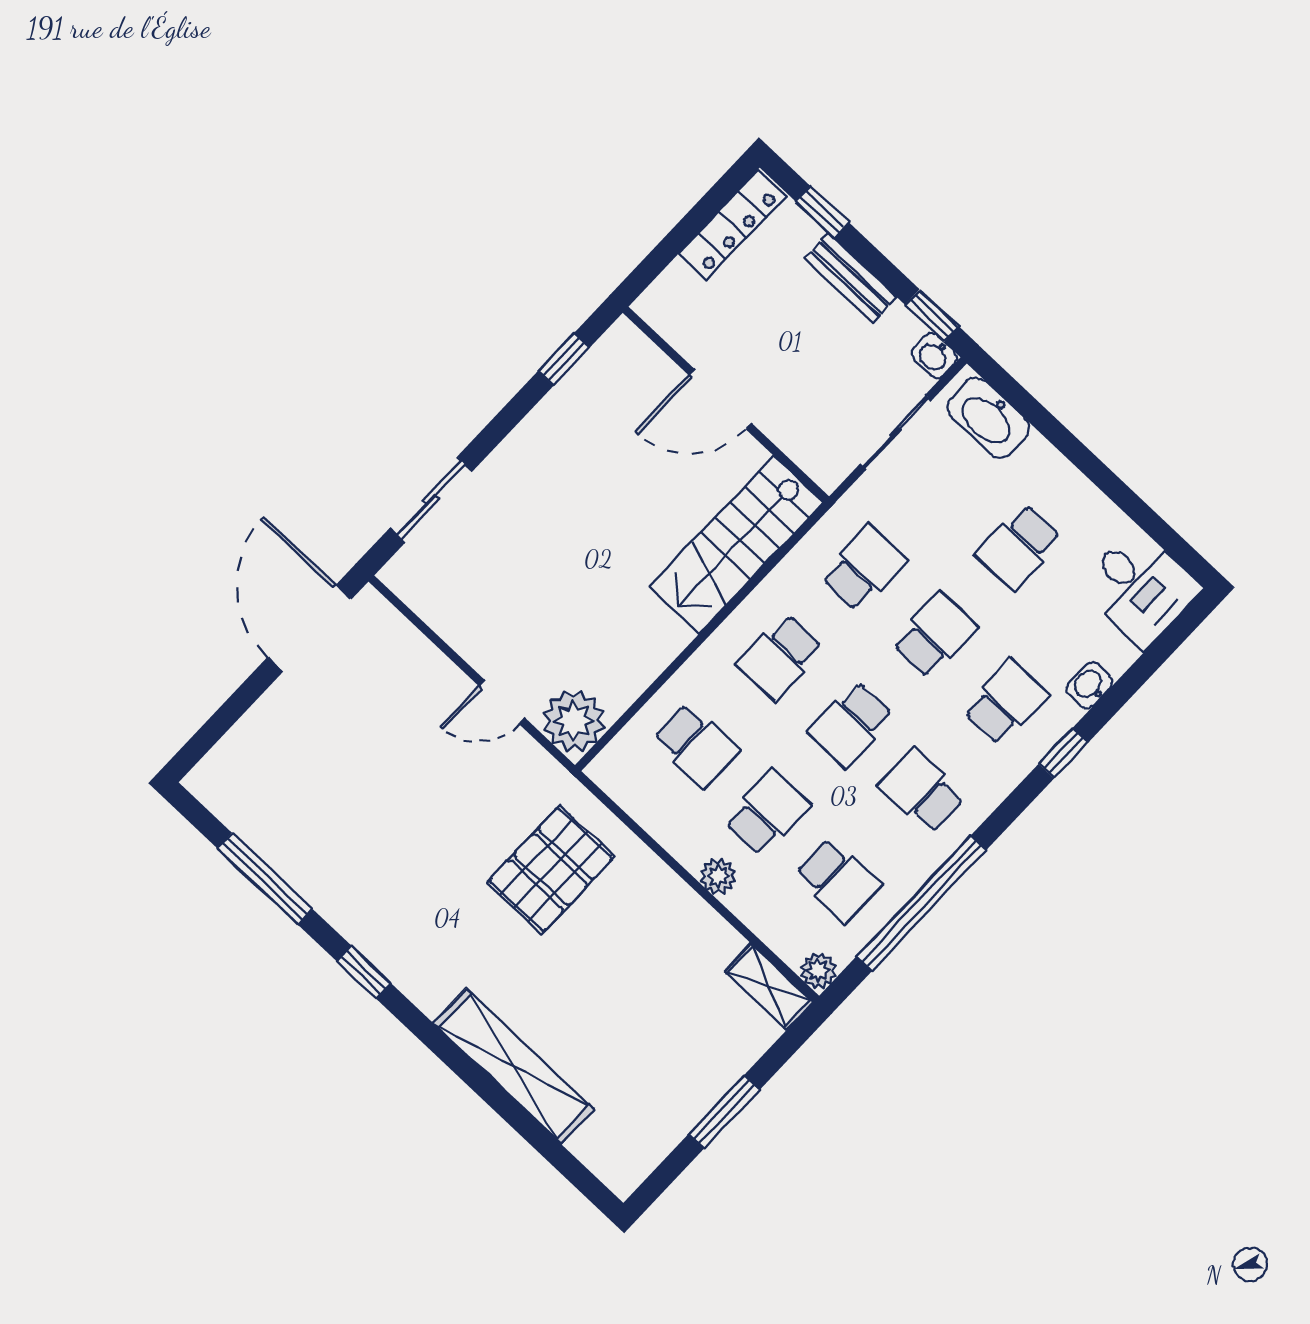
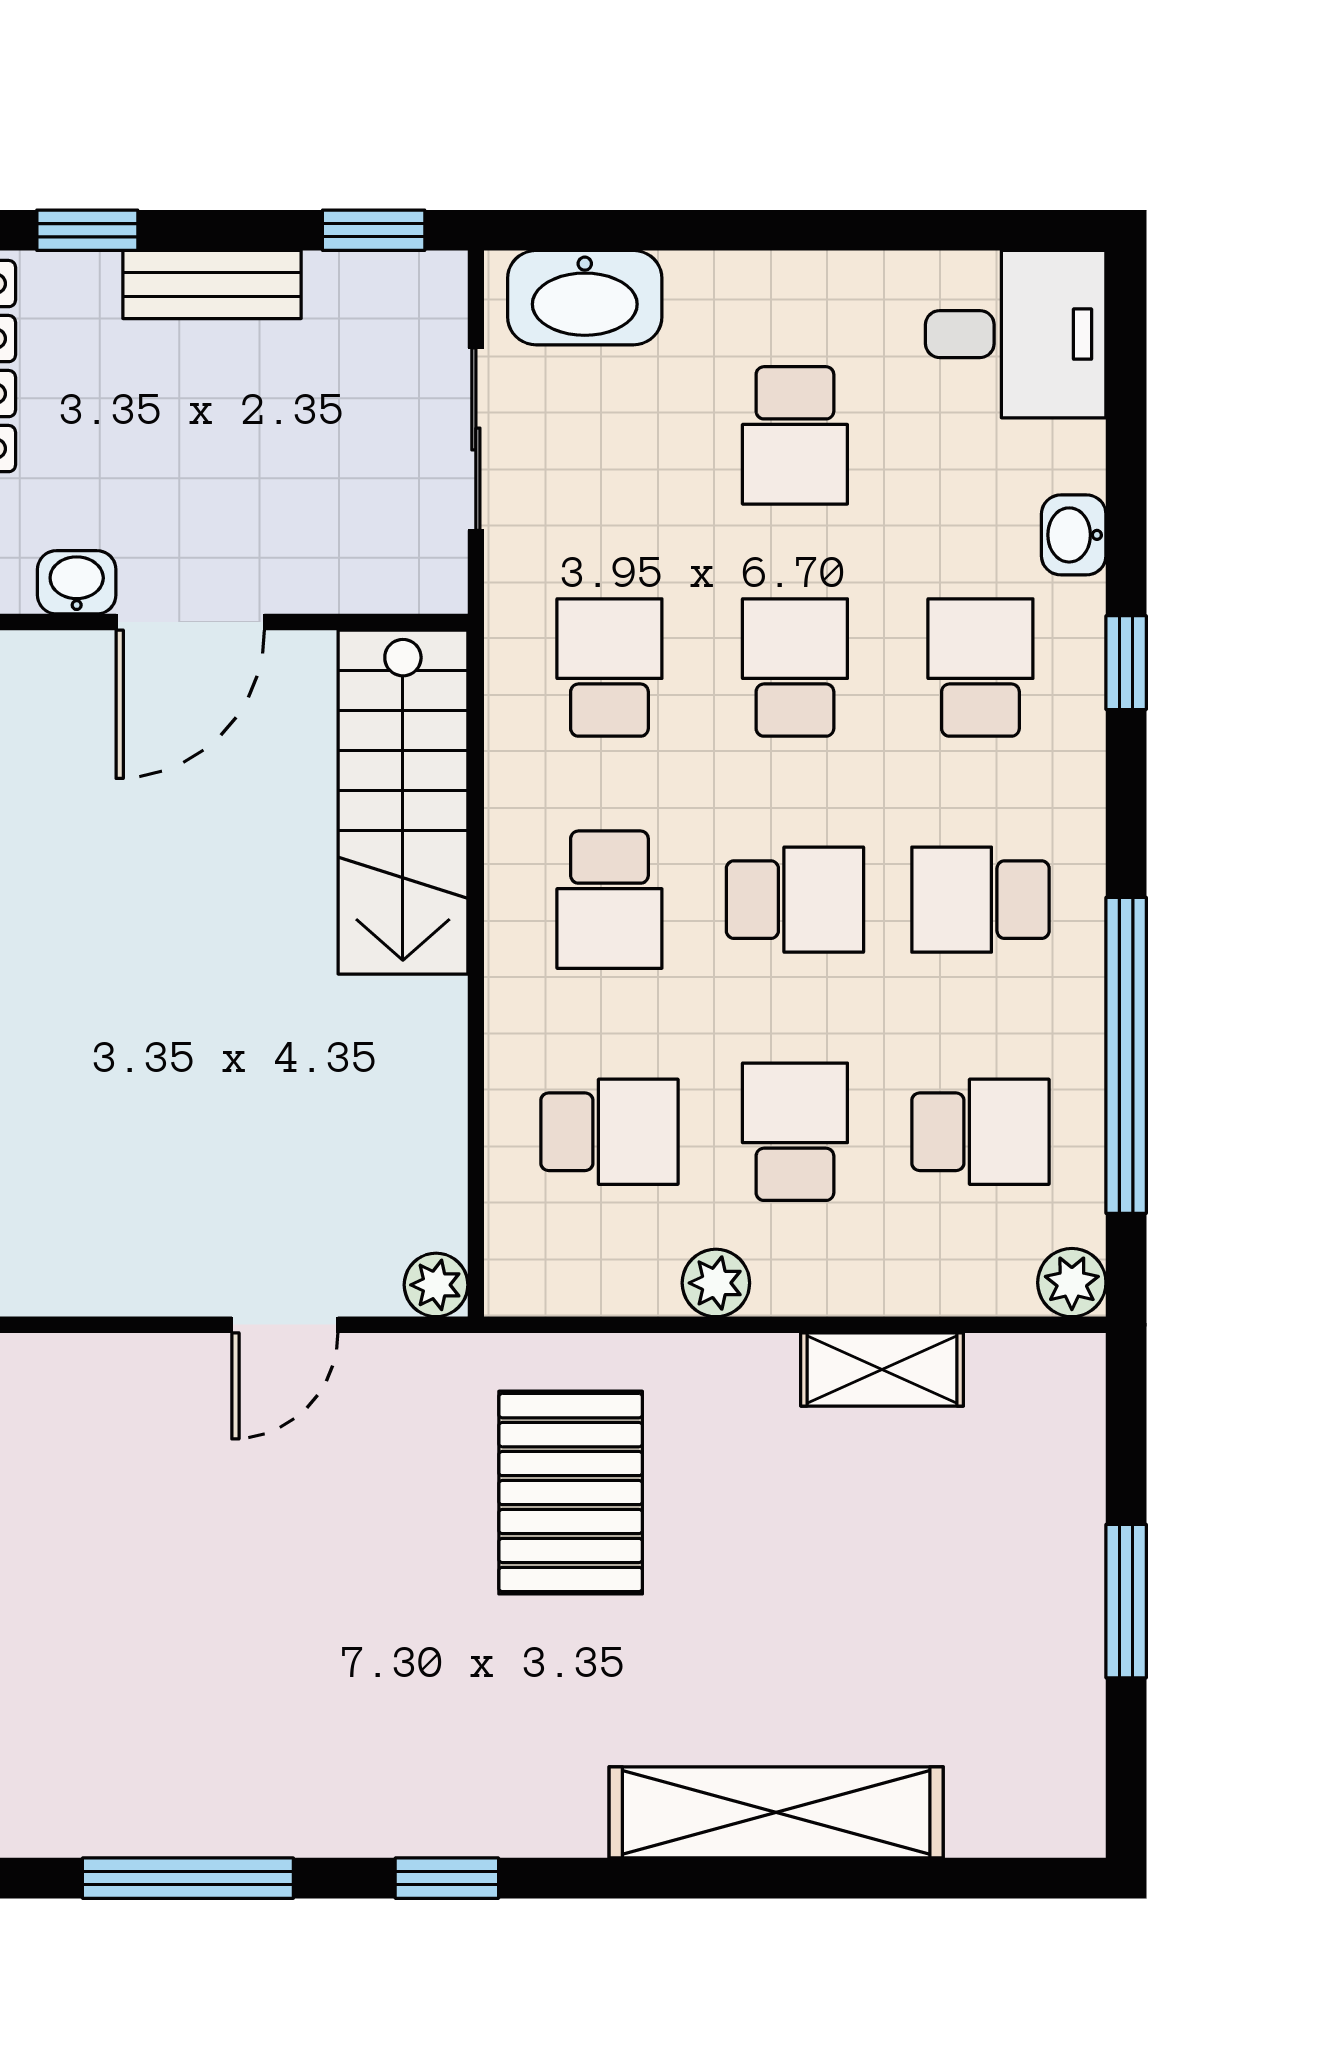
washbasin: (934, 355) -> (77, 582), moved, turned 180
plant: (574, 721) -> (436, 1285), width x0.53, depth x0.53
school desk: (851, 724) -> (795, 900), turned -90
plant: (718, 876) -> (716, 1283), moved
shelving: (769, 987) -> (882, 1369), moved

